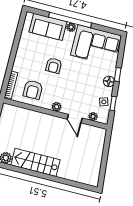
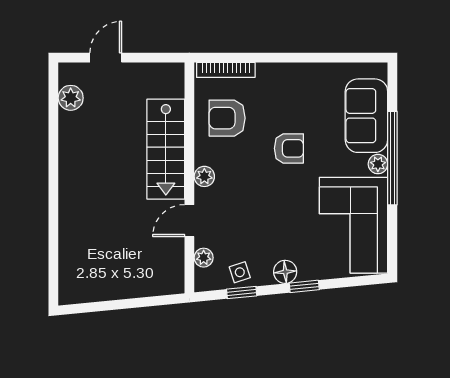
armchair: (54, 65) -> (289, 148), turned 180
stairs: (36, 162) -> (166, 149), moved, turned 180

